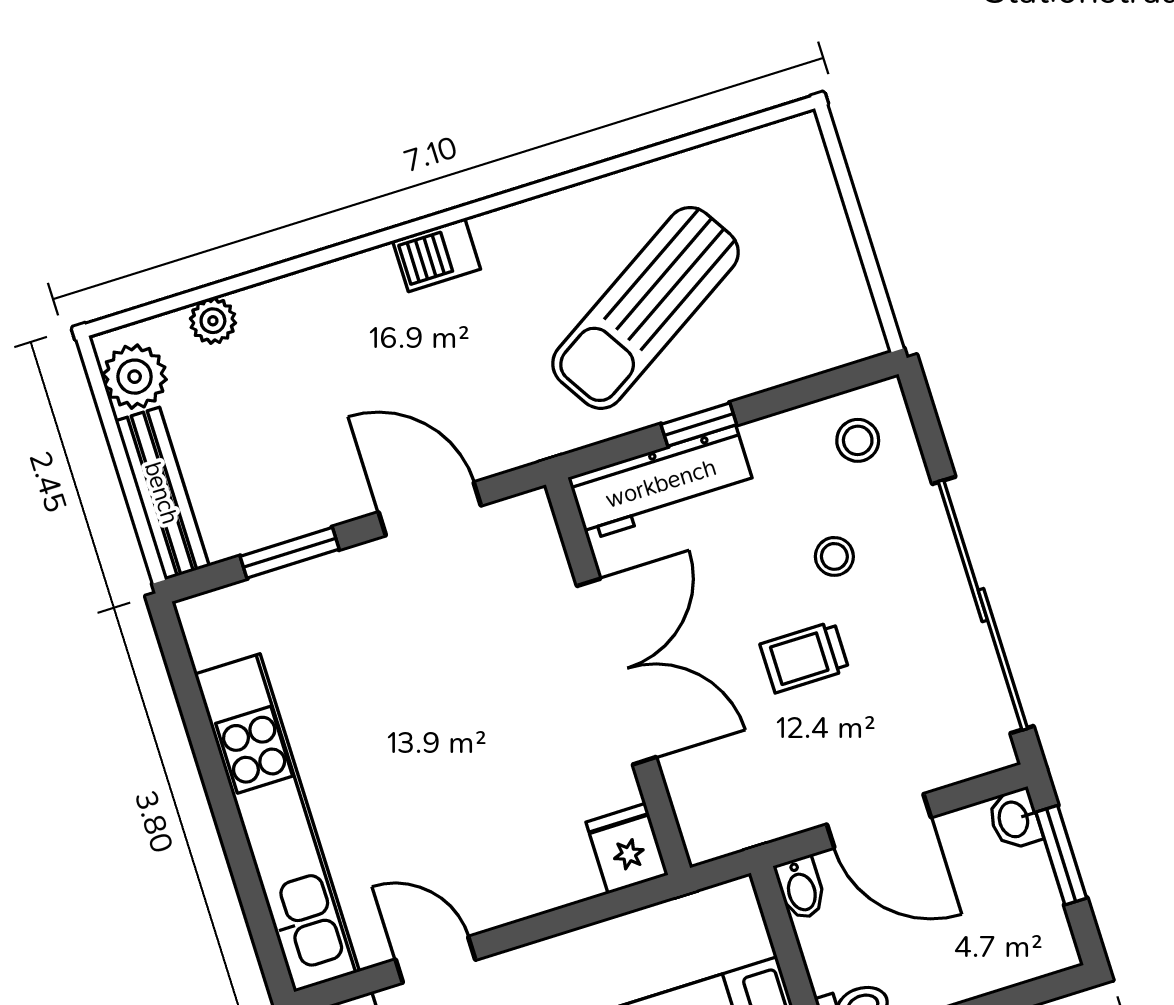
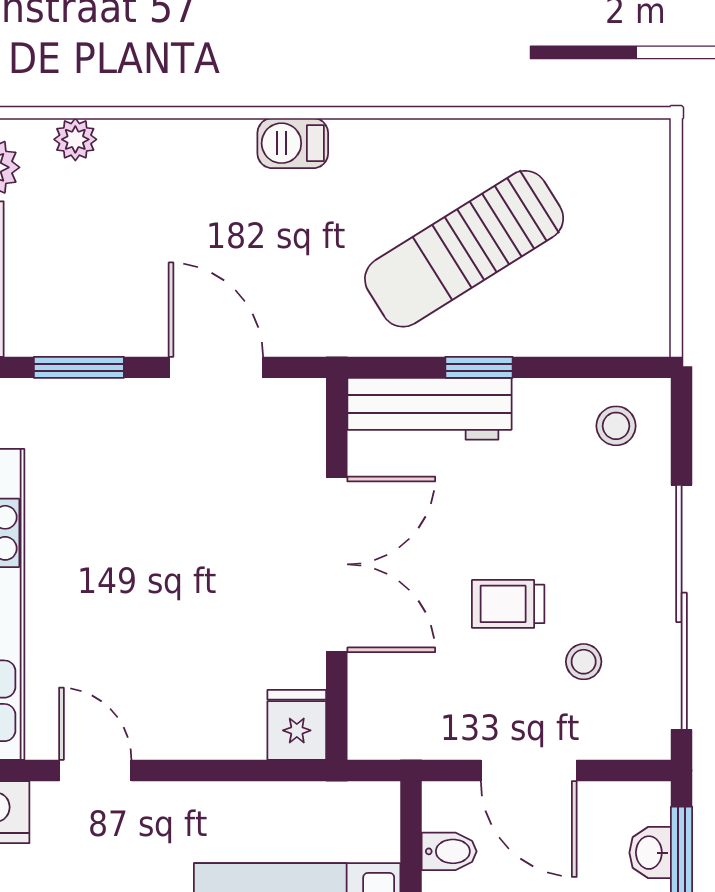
stool: (834, 556) -> (584, 662), moved
washbasin: (1015, 819) -> (650, 853), moved
bidet: (801, 888) -> (449, 851), moved, turned -90

